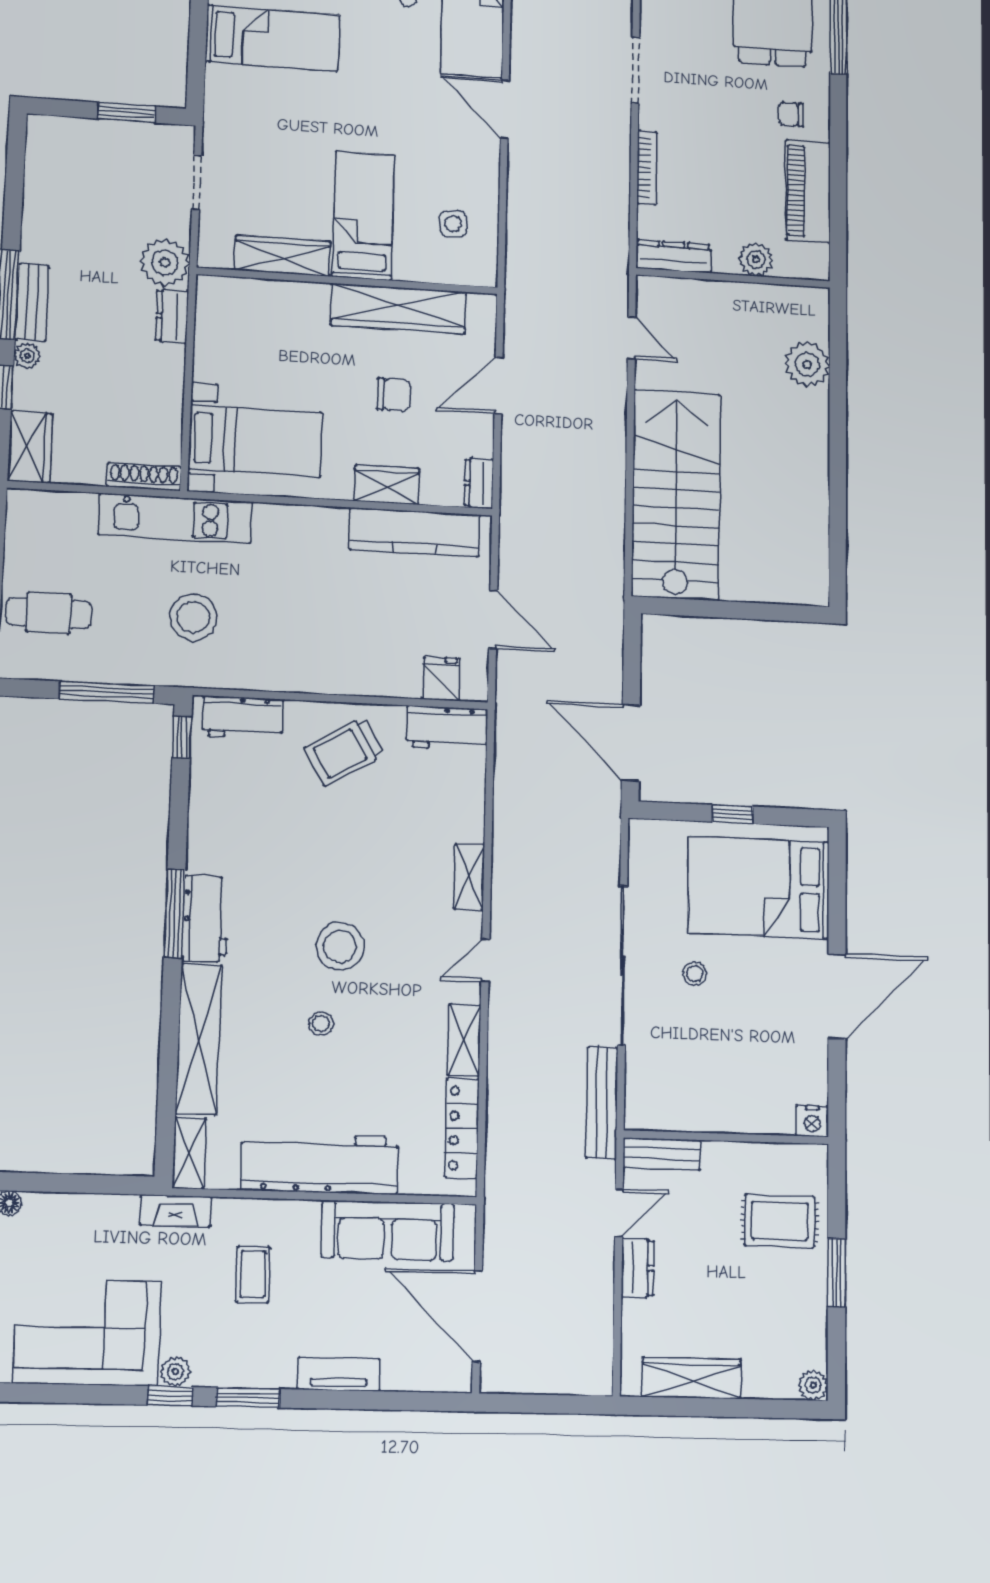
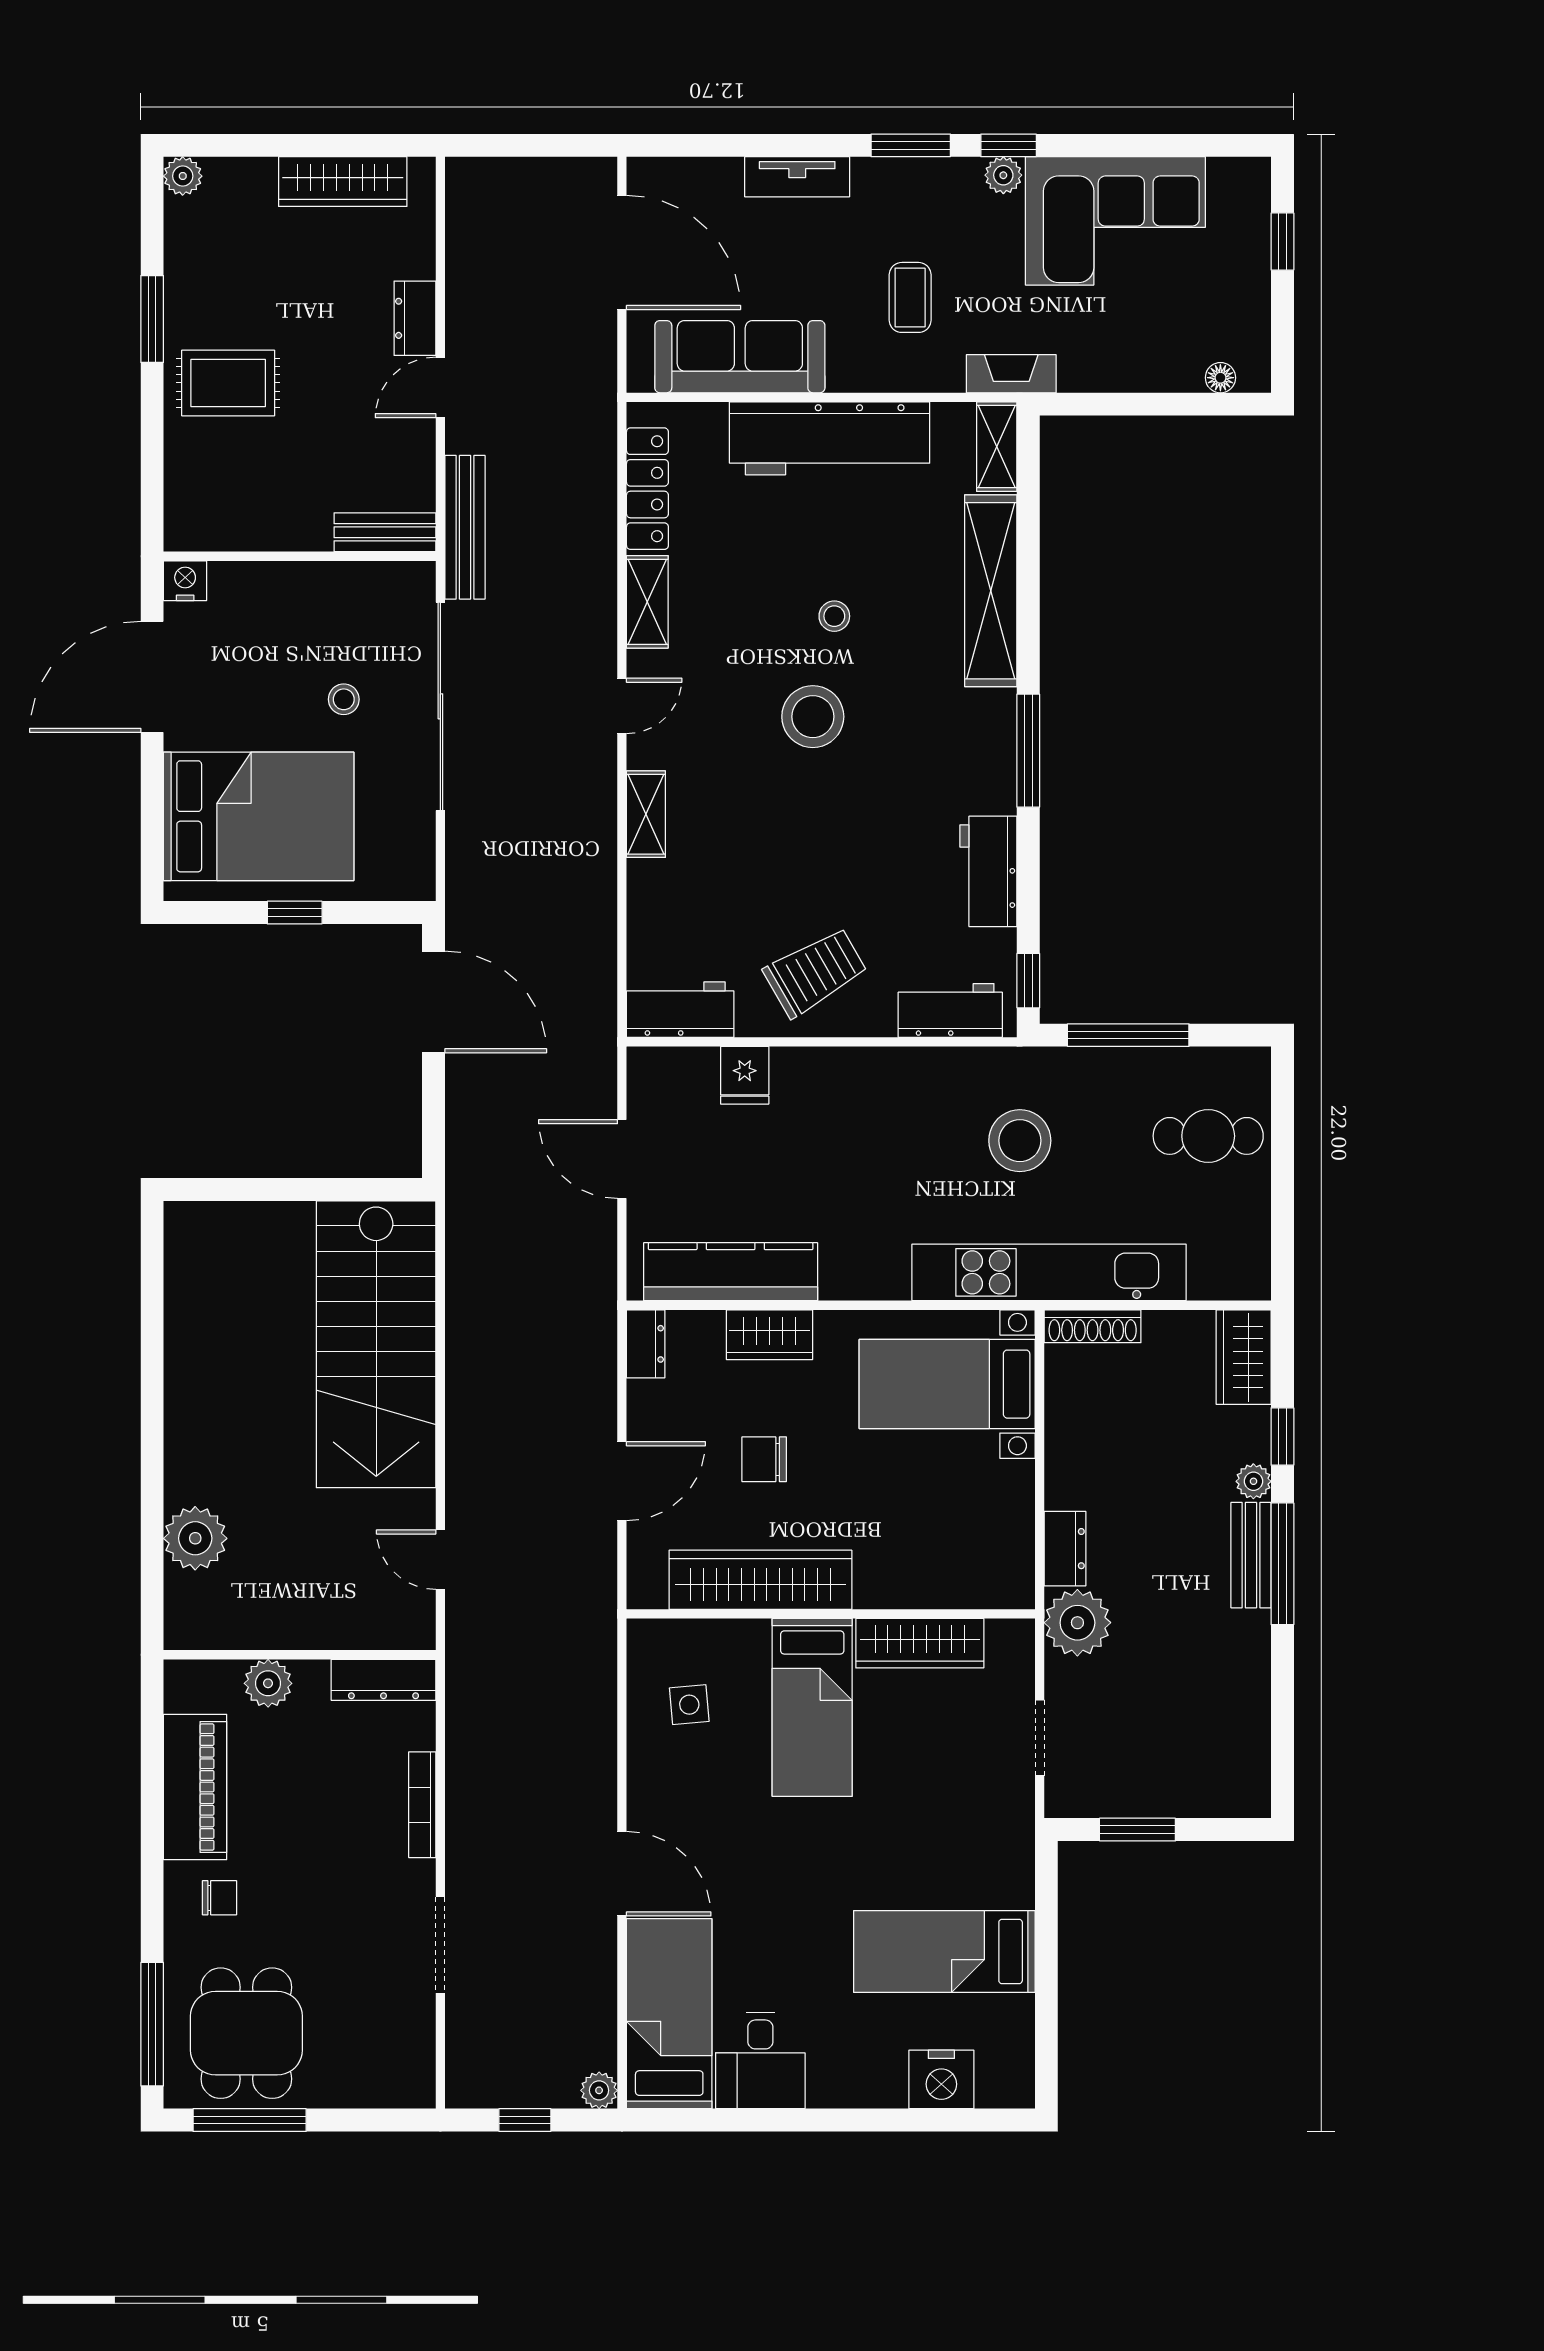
kitchen unit: (175, 518) -> (1049, 1272), width x1.36
fridge: (441, 679) -> (745, 1075), moved
workbench: (205, 919) -> (988, 871), moved
nightstand: (812, 1121) -> (185, 581), moved
wall: (726, 1137) -> (300, 556), moved
bench: (662, 1154) -> (385, 532), moved

